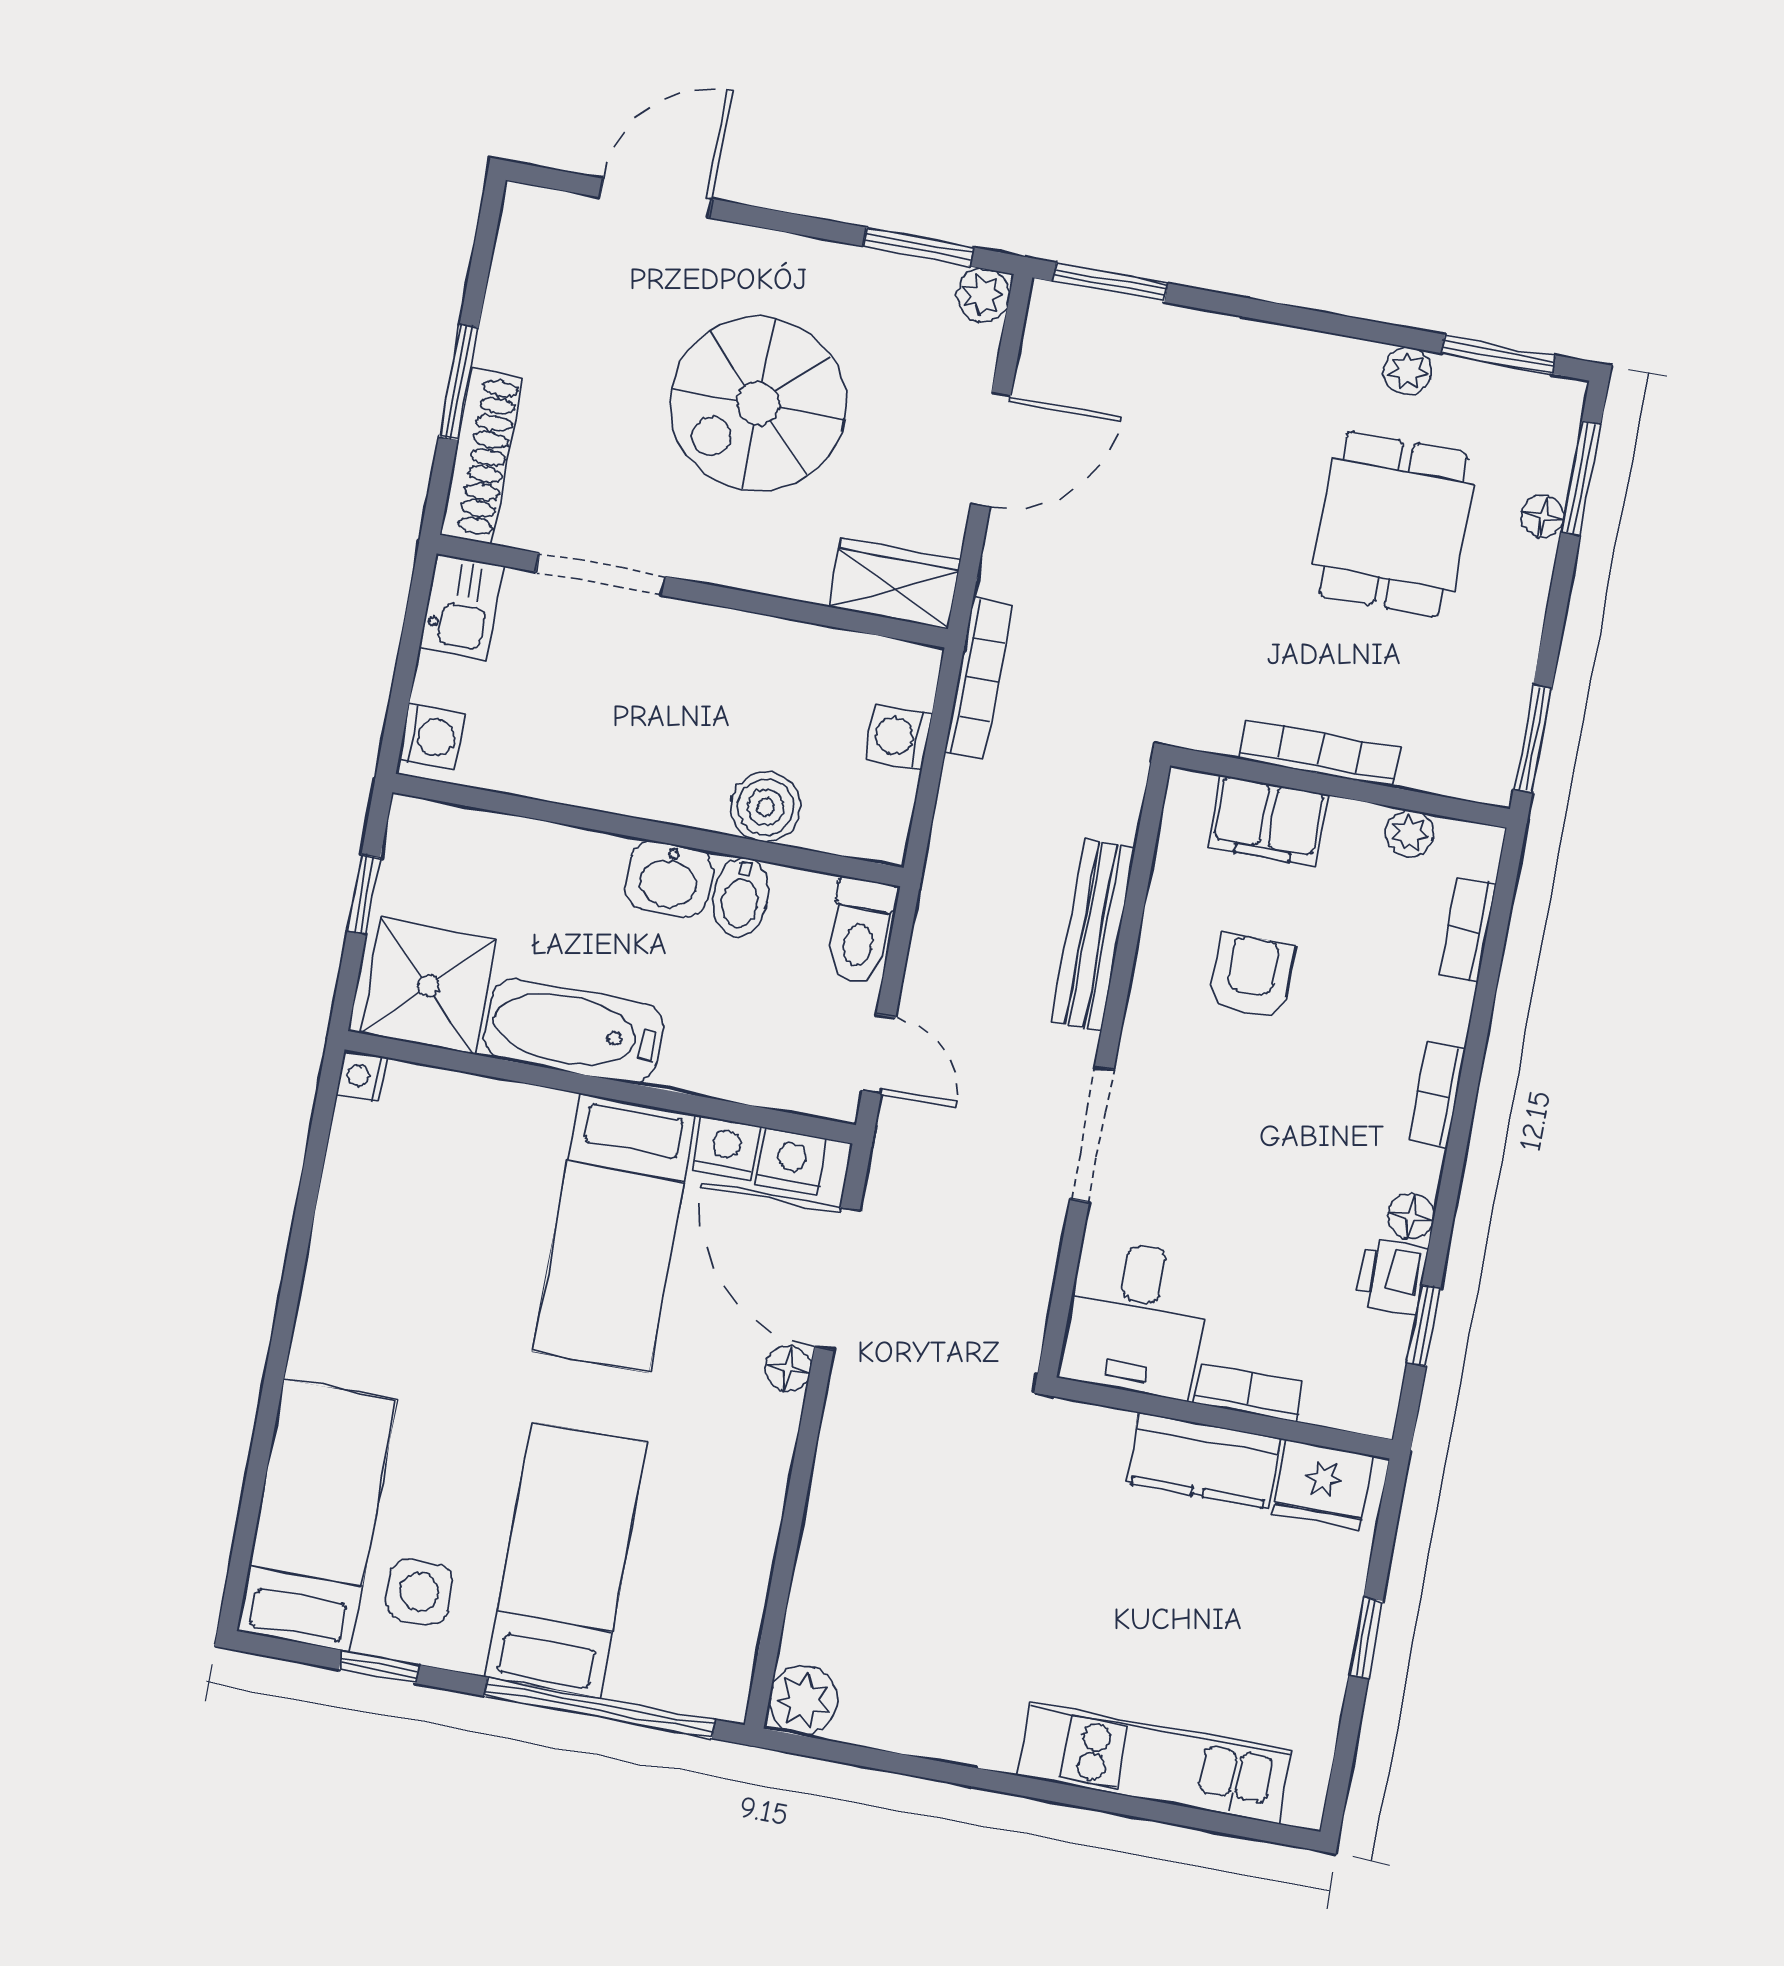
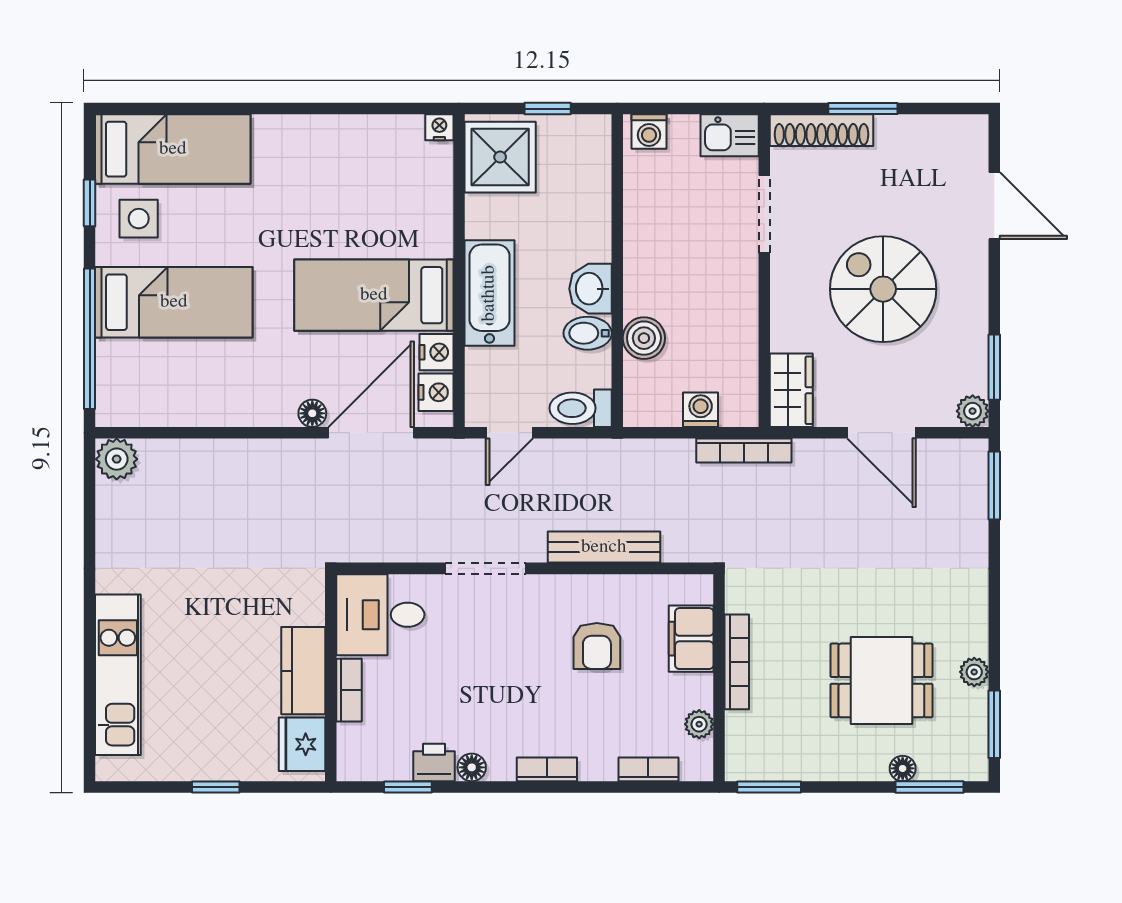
armchair: (1252, 976) -> (597, 646), turned 90
bathtub: (573, 1031) -> (489, 293), moved

